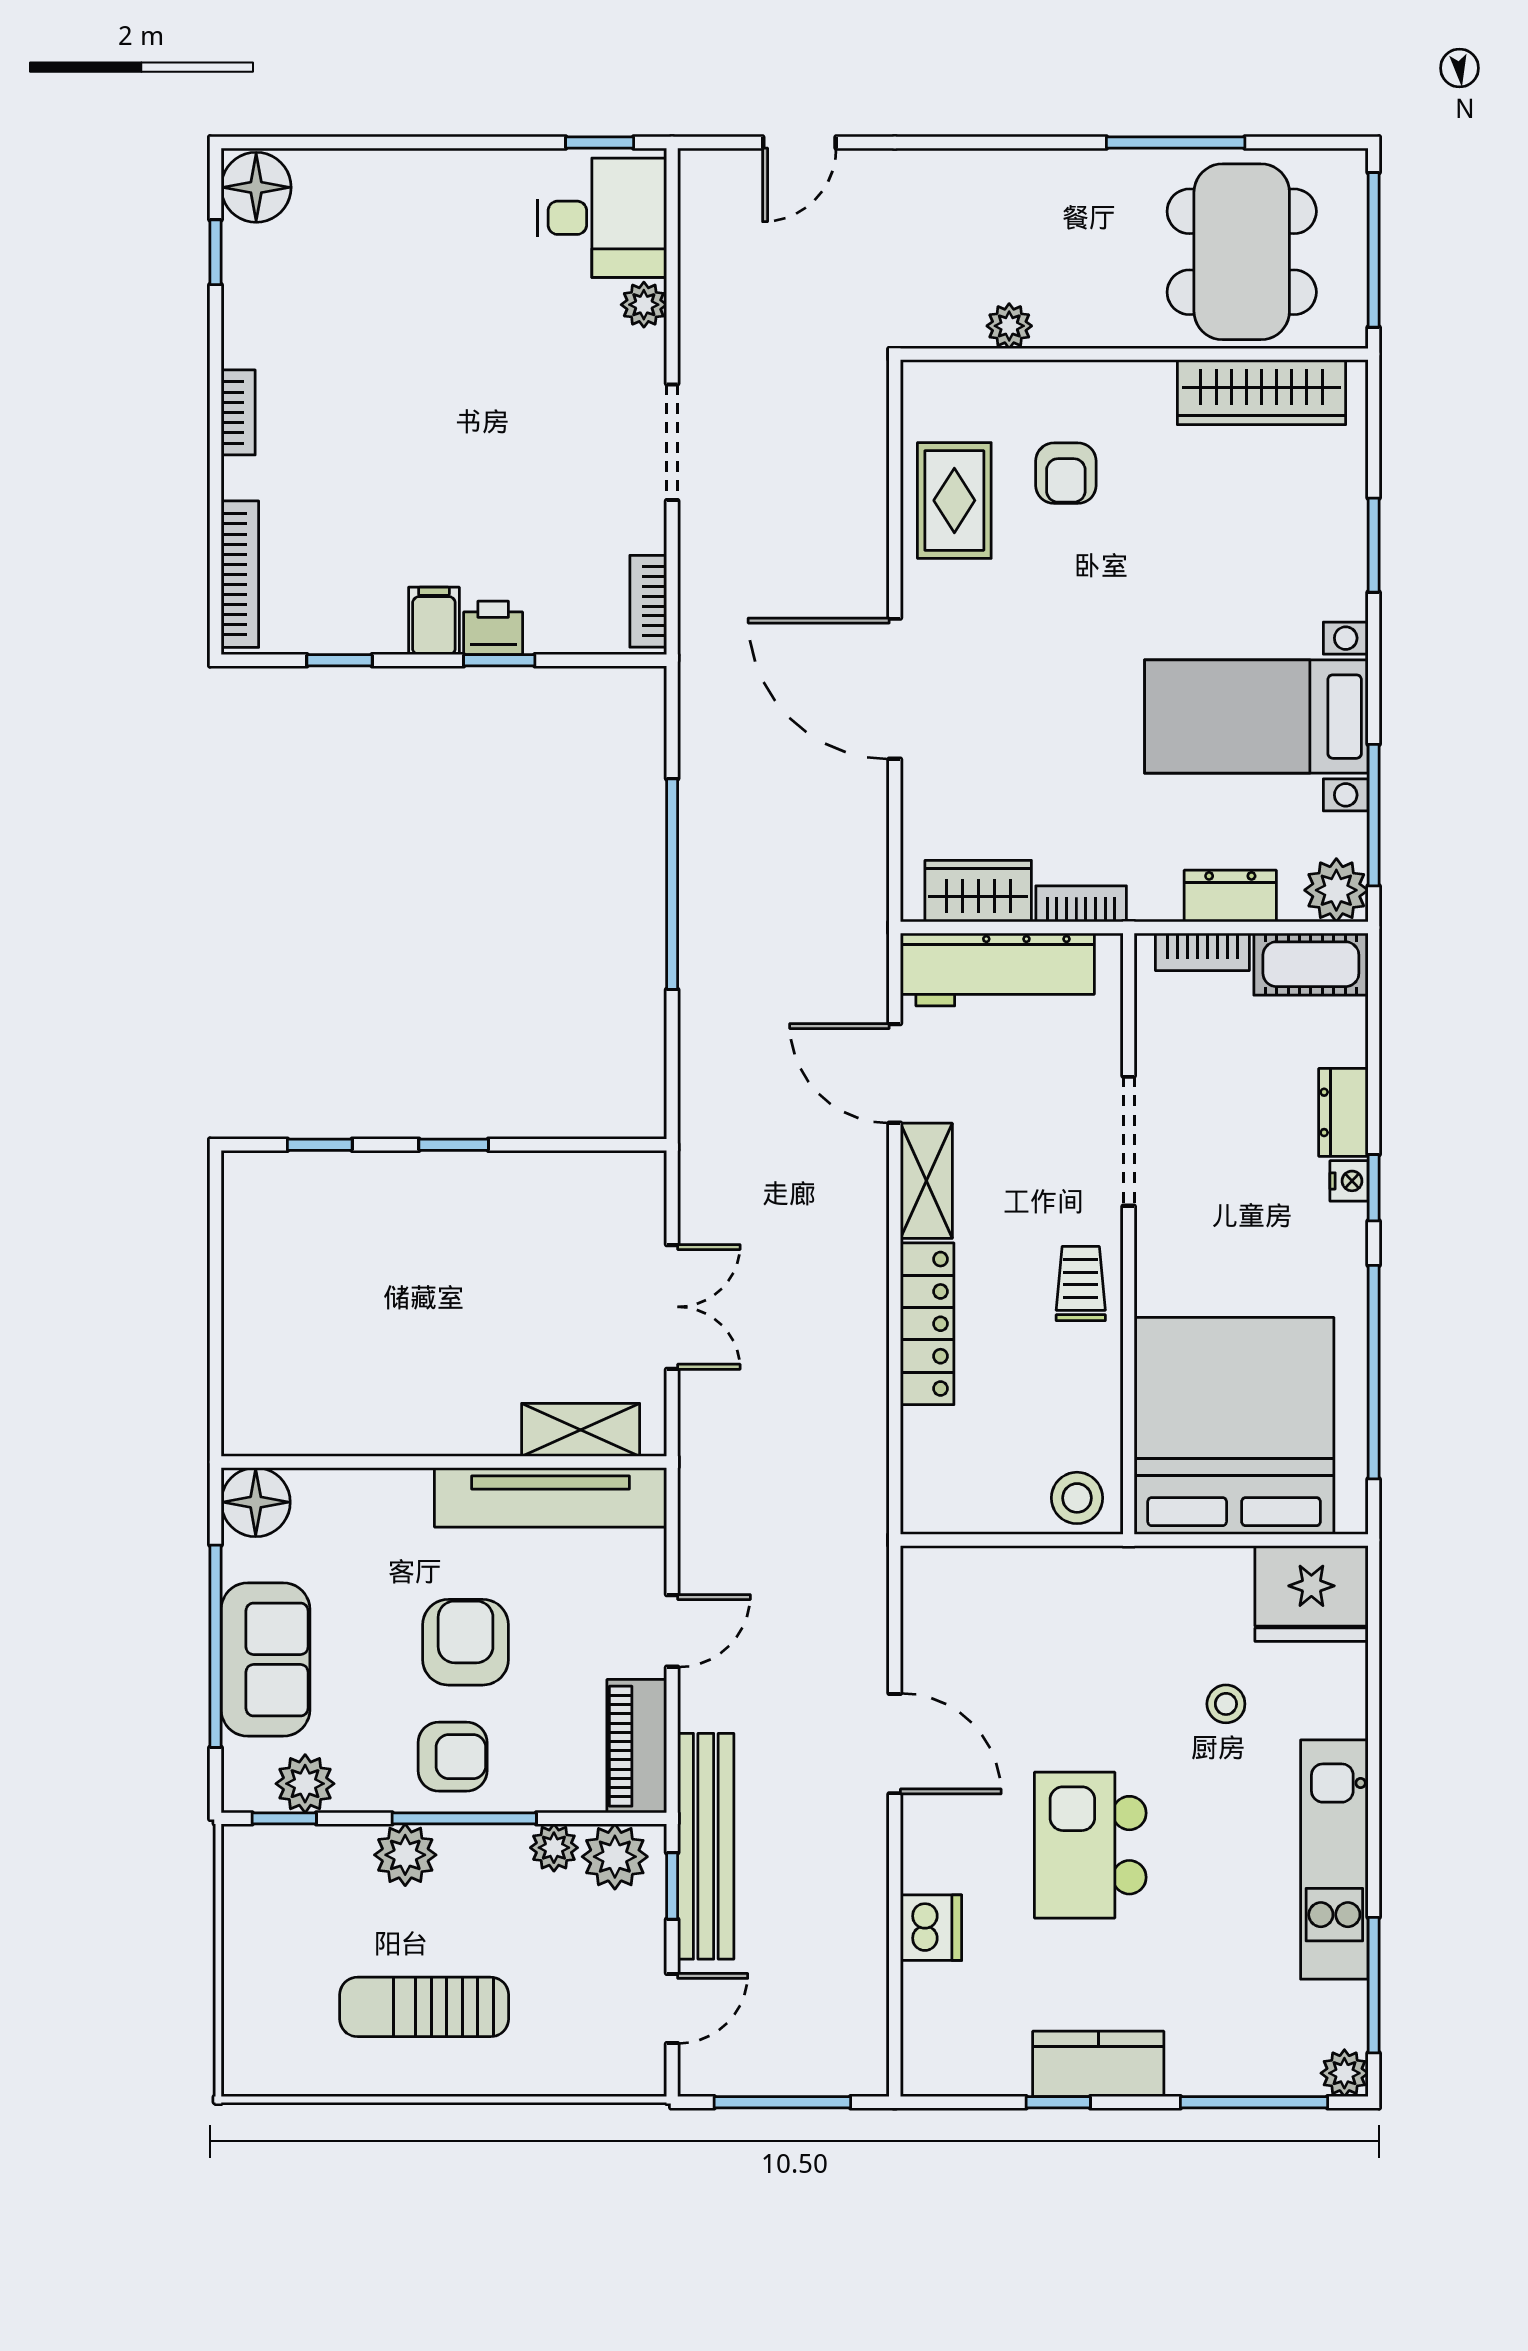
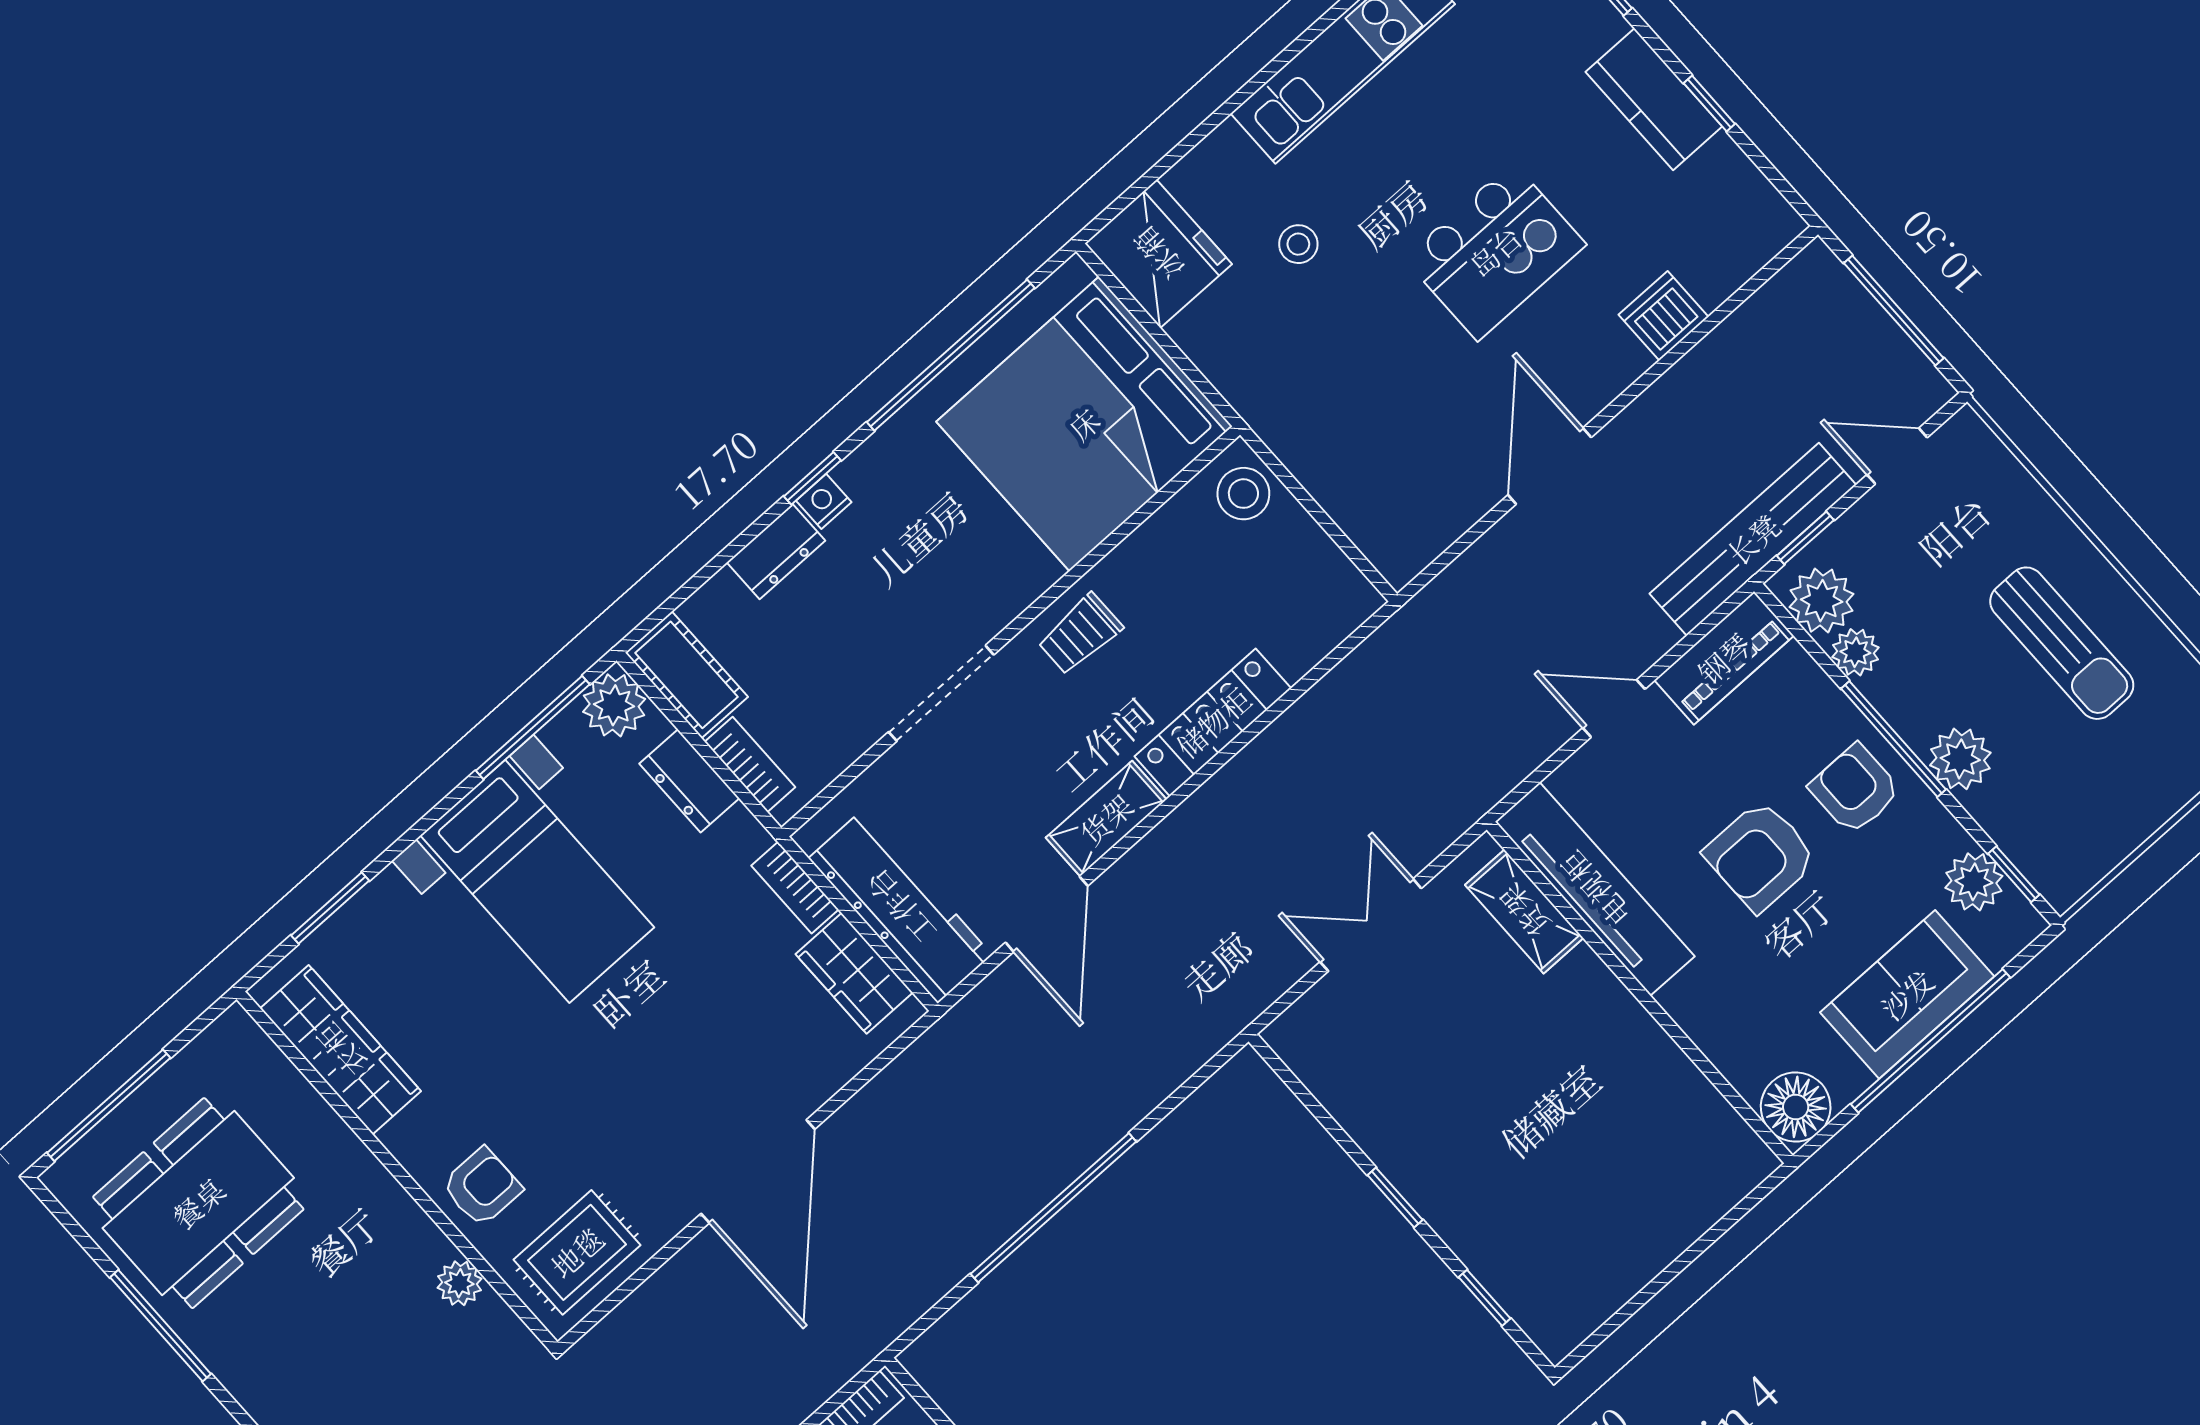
plant: (1009, 326) -> (459, 1283), moved
wall: (1134, 354) -> (397, 1171), moved
wardrobe: (1261, 392) -> (341, 1050), moved

